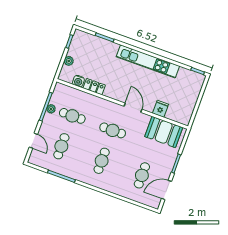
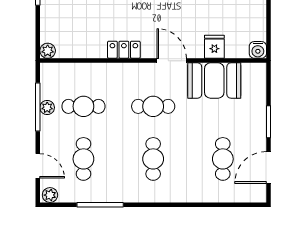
plant: (69, 61) -> (48, 51), moved
water cooler: (78, 81) -> (258, 50), moved
locker: (94, 87) -> (124, 50), moved
booth: (164, 132) -> (214, 80), moved
plant: (34, 160) -> (50, 195), added

